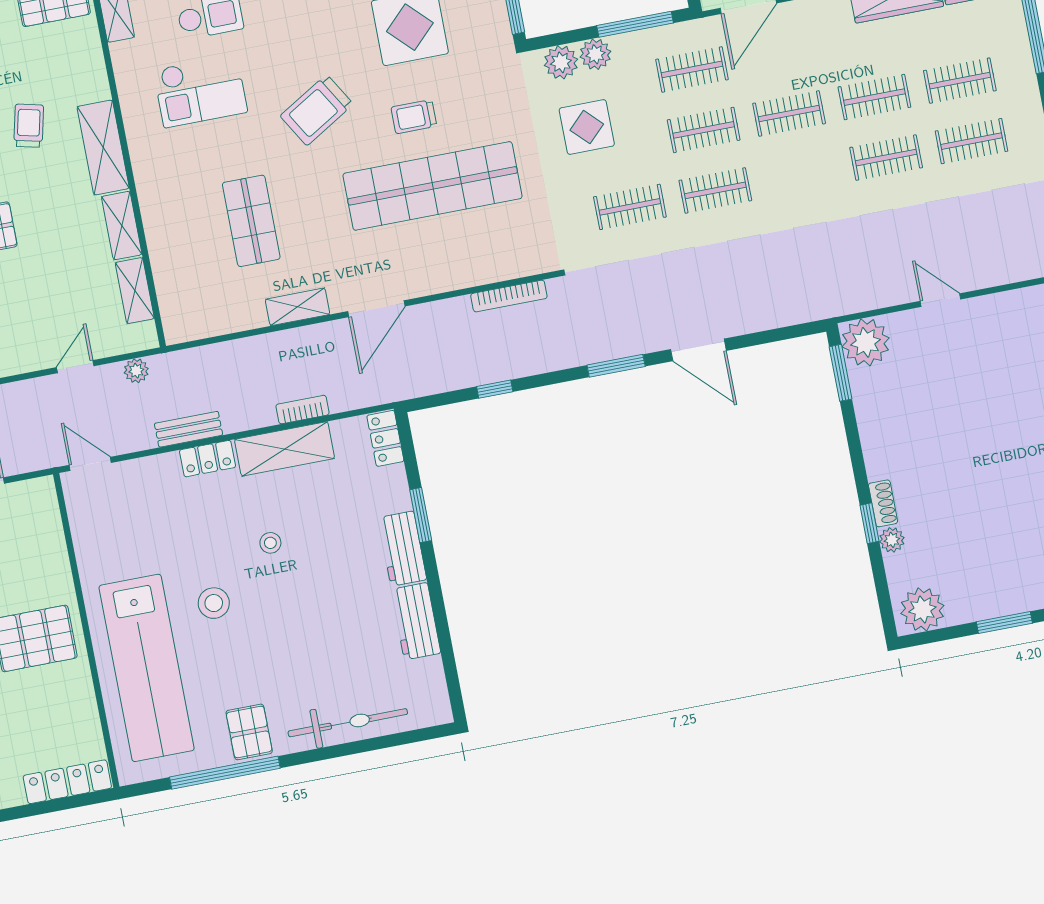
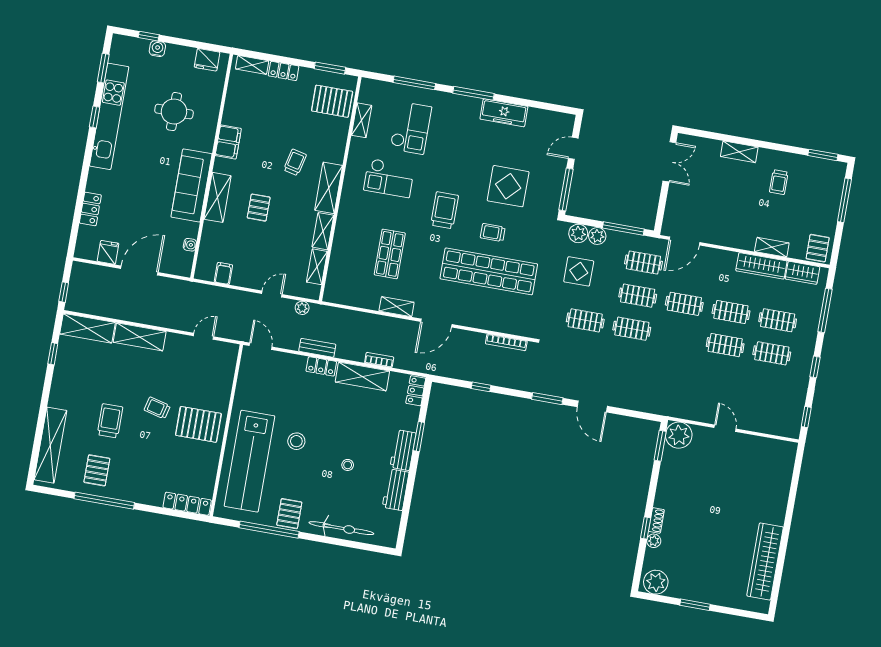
trolley: (317, 110) -> (445, 210), turned 121
stool: (270, 543) -> (348, 465), moved

